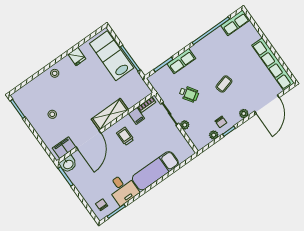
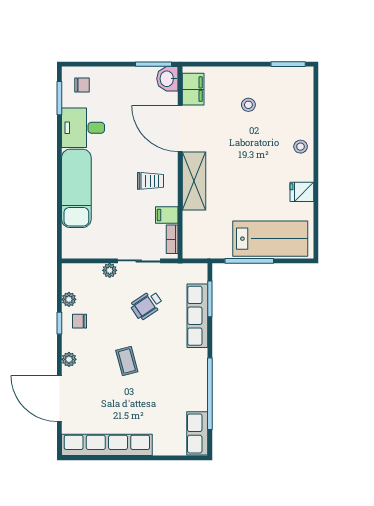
row of seats: (181, 61) -> (197, 316), width x1.48

